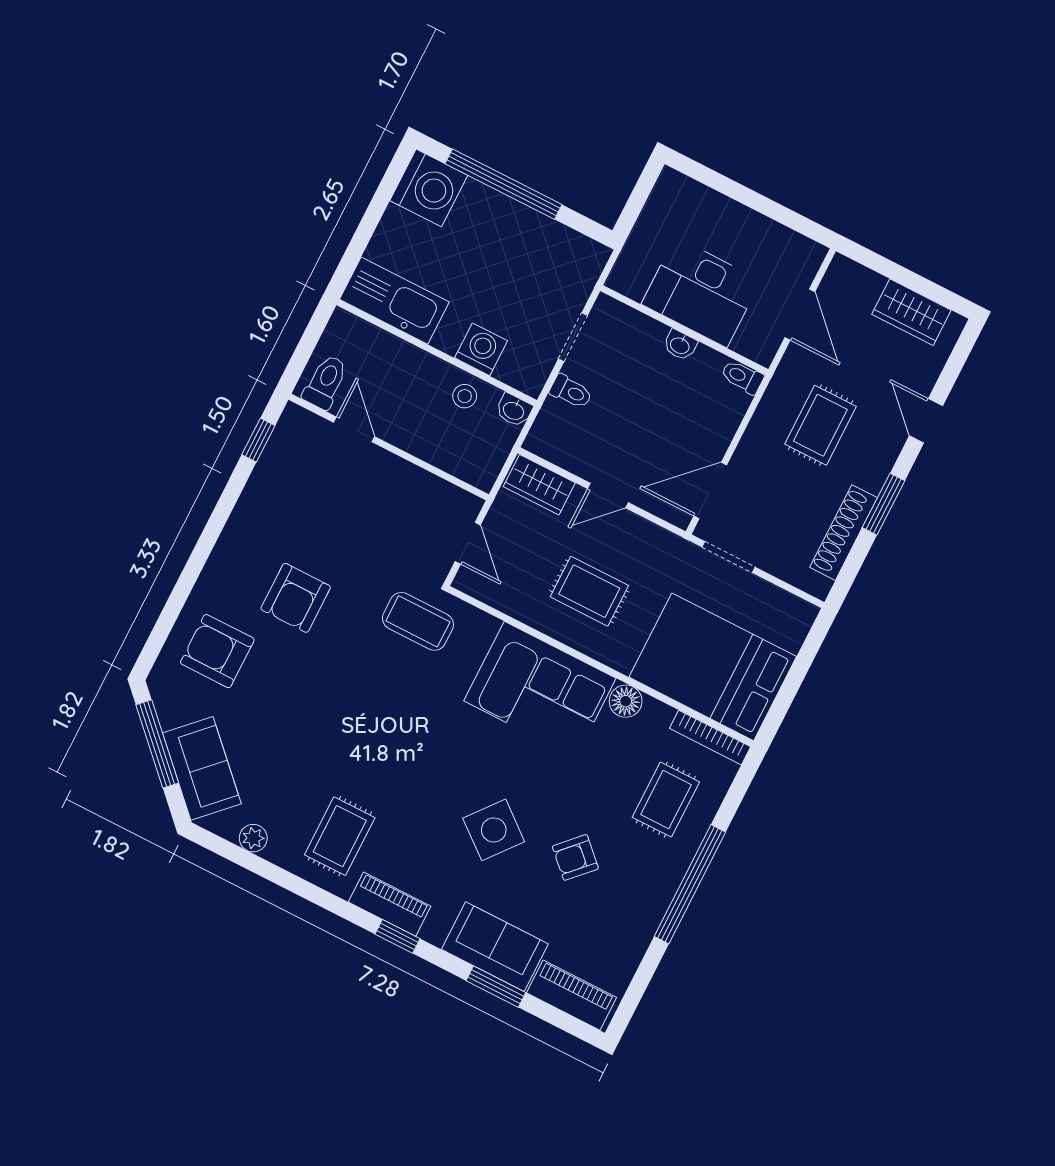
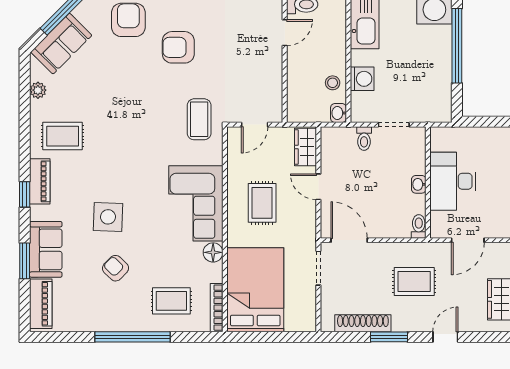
side table: (494, 830) -> (108, 217), turned -37

